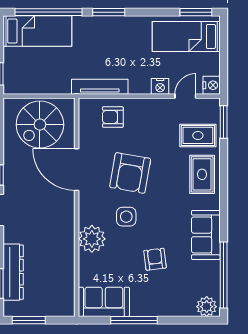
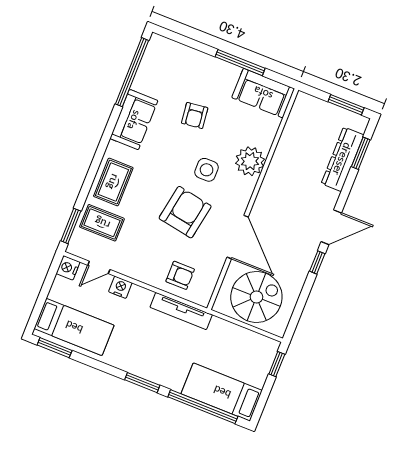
plant: (207, 307) -> (162, 47), removed

